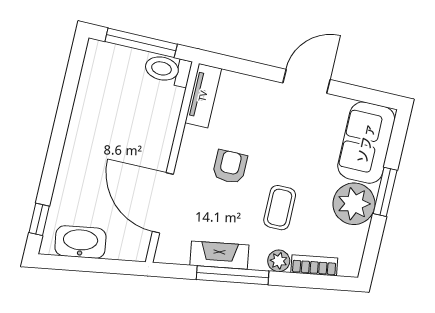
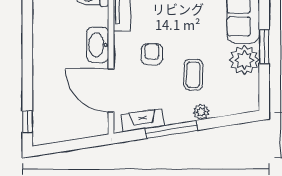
washbasin: (80, 242) -> (98, 45), moved, turned -81
fireplace: (219, 255) -> (143, 120), moved
bookcase: (314, 265) -> (227, 109), removed

